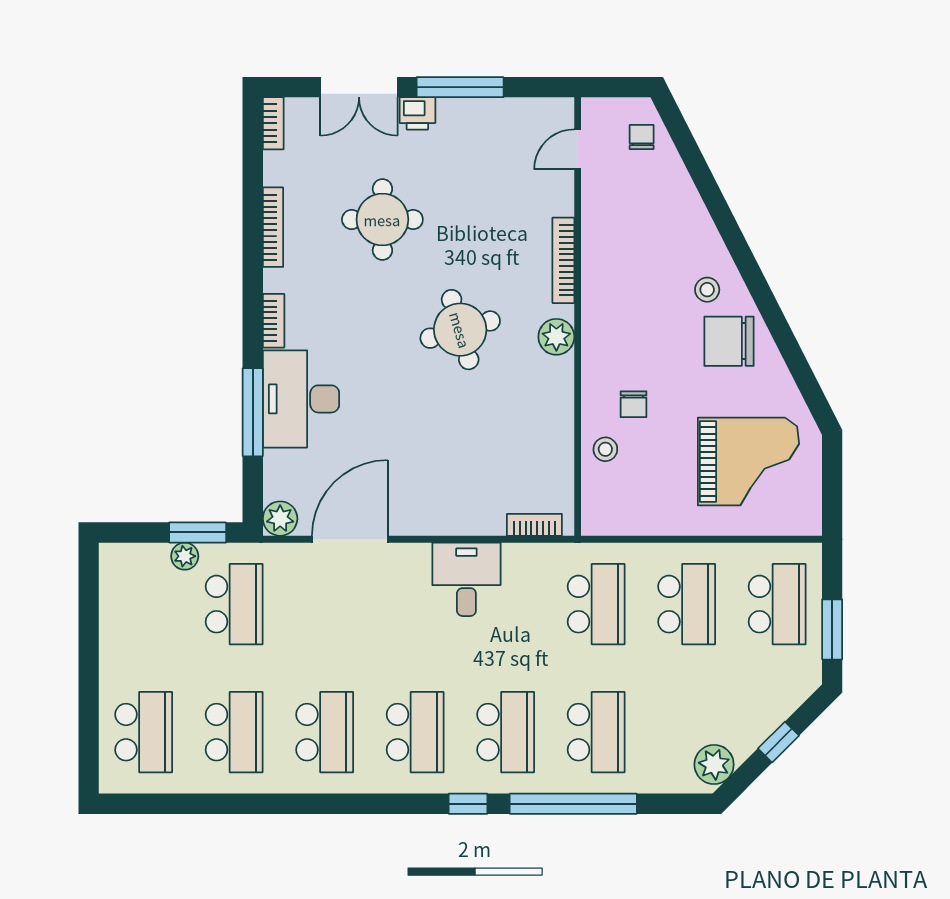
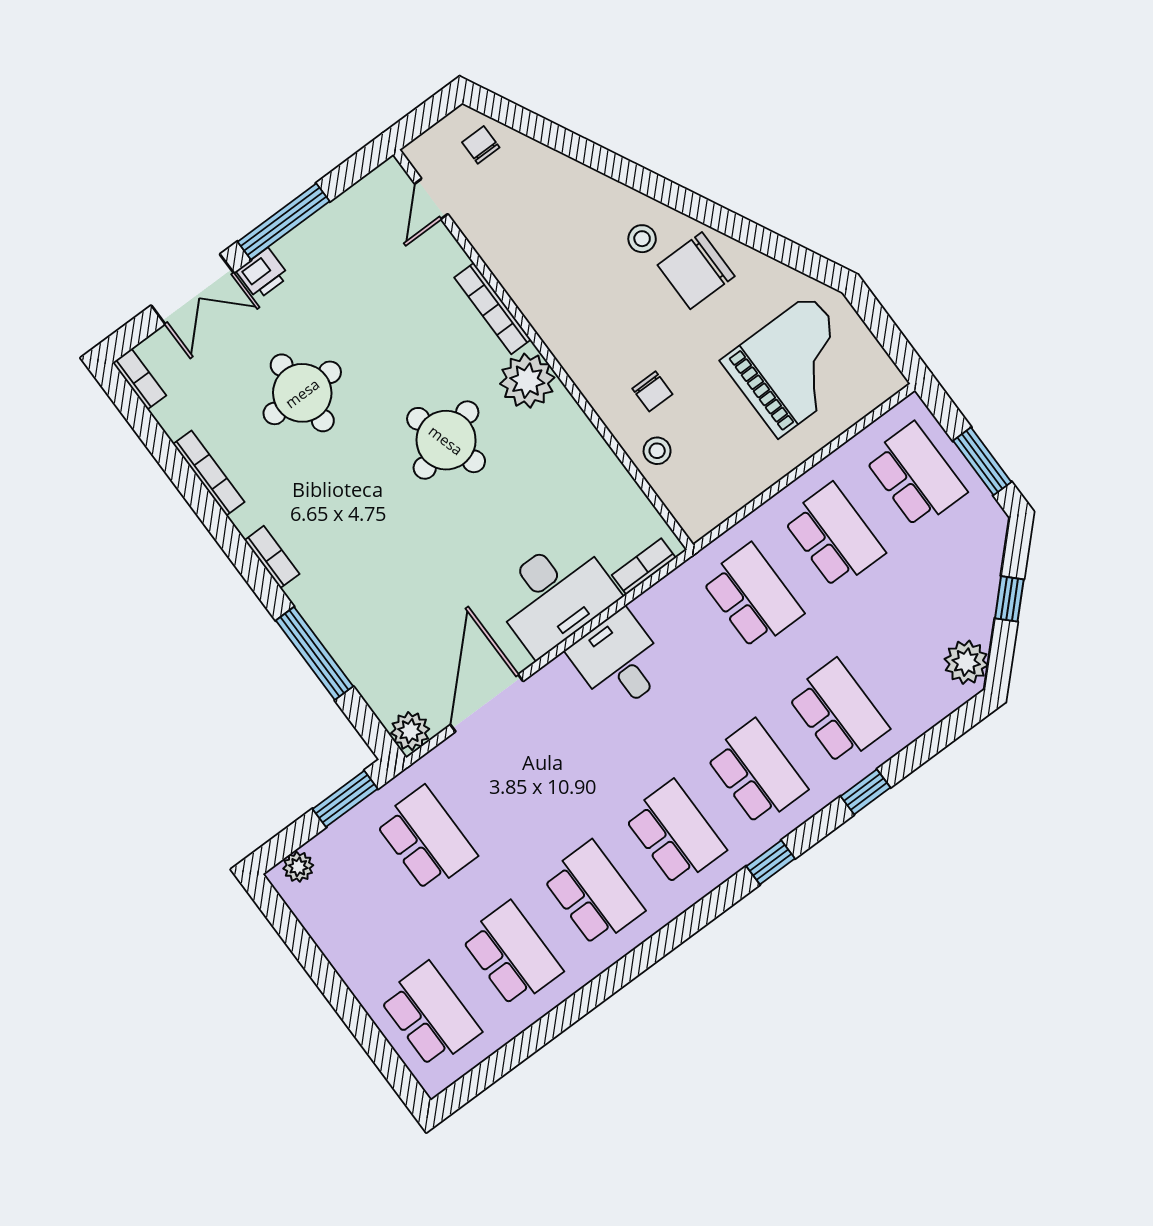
plant: (556, 337) -> (527, 381), width x1.36, depth x1.36
desk: (301, 399) -> (554, 595), moved, turned -90
plant: (185, 556) -> (298, 867), moved
window: (573, 804) -> (865, 792), width x0.32

